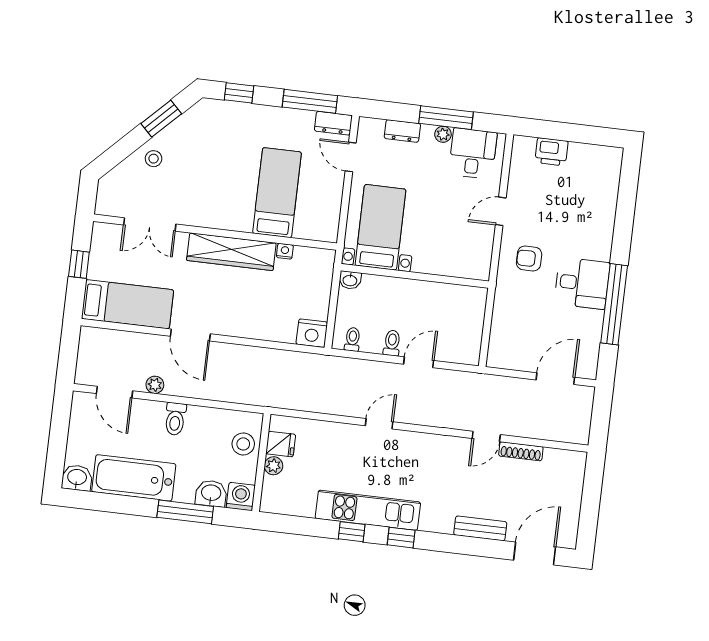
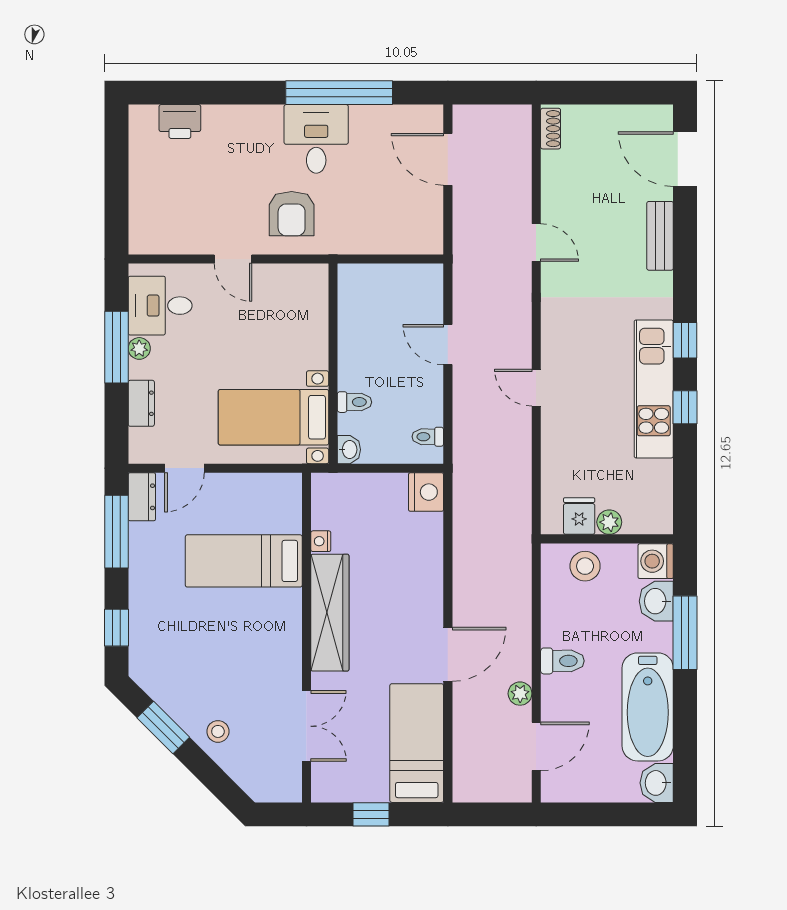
printer: (552, 152) -> (180, 121), moved, turned 90
armchair: (529, 258) -> (292, 214), width x1.38, depth x1.38
toilet: (392, 343) -> (354, 402), moved, turned 180
shoe rack: (521, 451) -> (551, 129), moved, width x0.70

